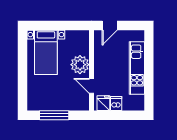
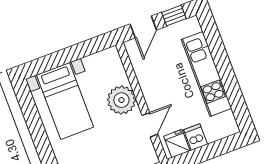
window: (131, 26) -> (174, 15), added
door: (91, 86) -> (150, 125), swing flipped

